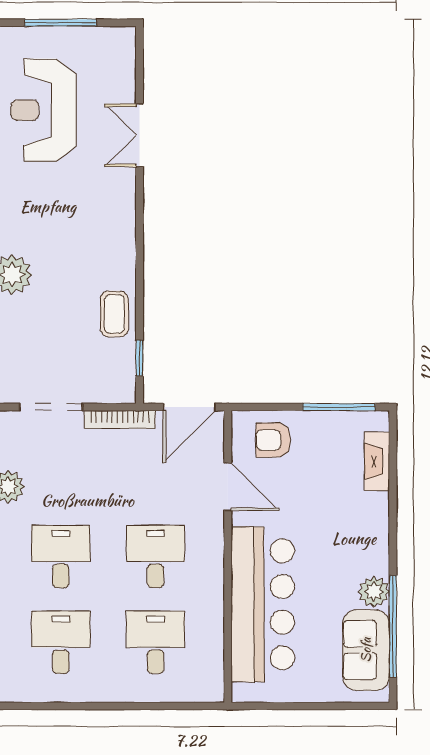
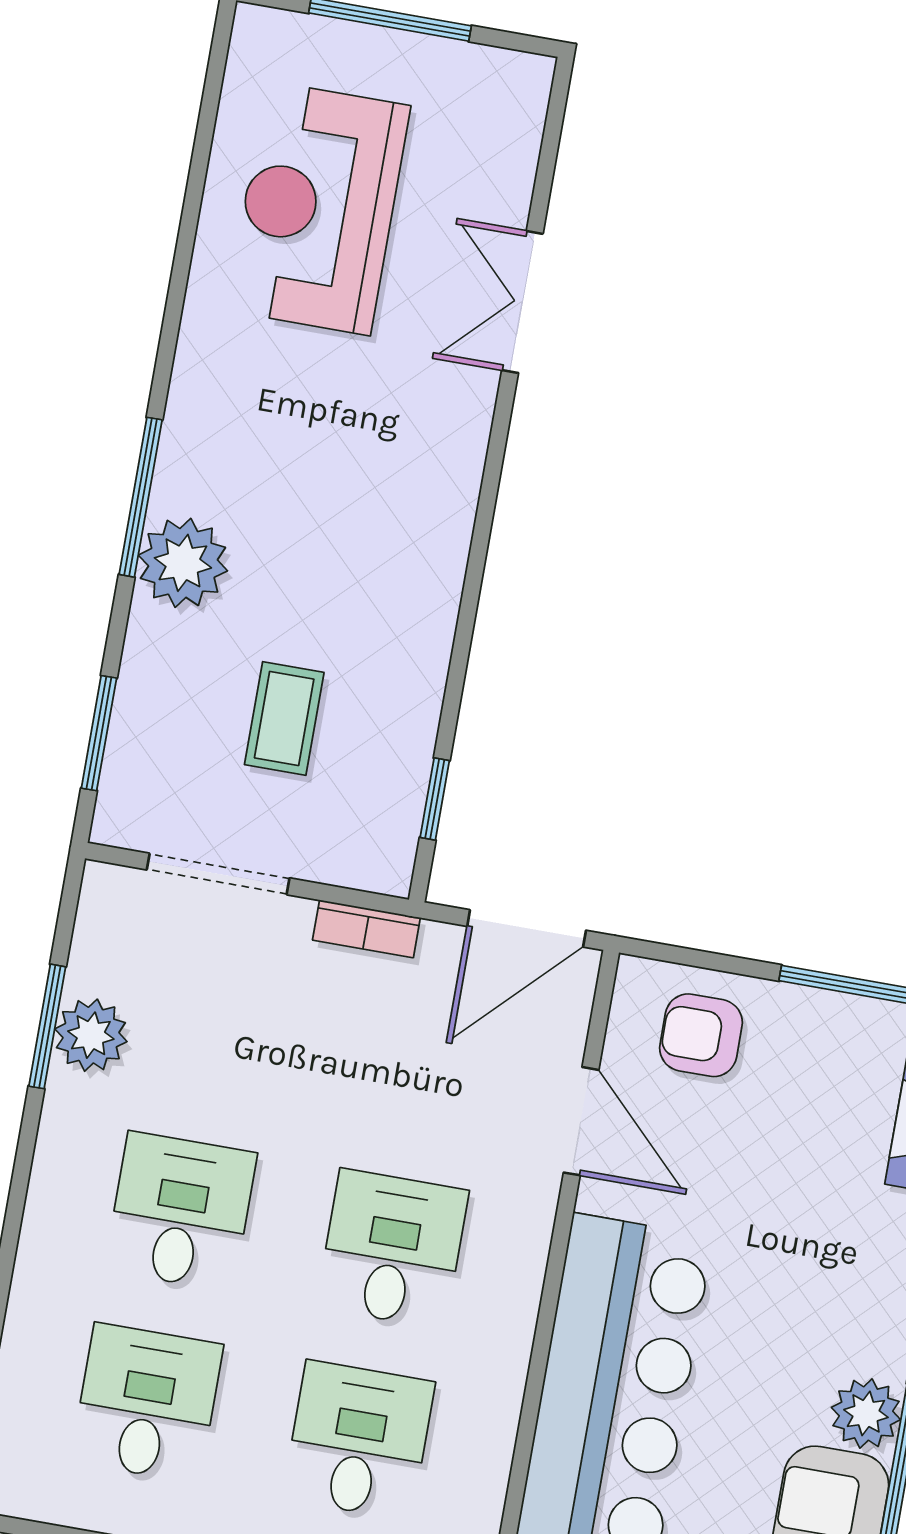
coffee table: (114, 314) -> (284, 718), moved
bookcase: (120, 419) -> (366, 929), width x0.64

